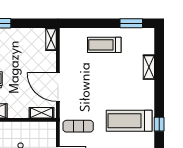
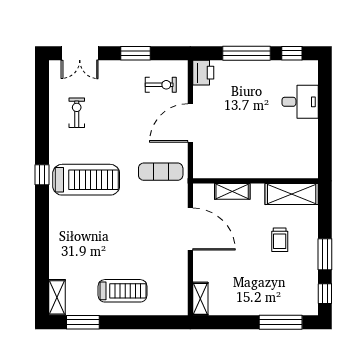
shelving: (149, 67) -> (57, 297), moved
shelving: (41, 113) -> (232, 191), moved

